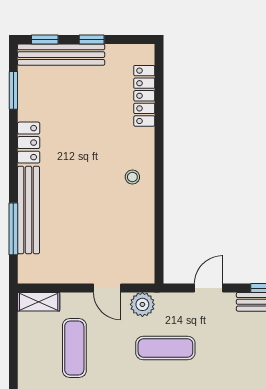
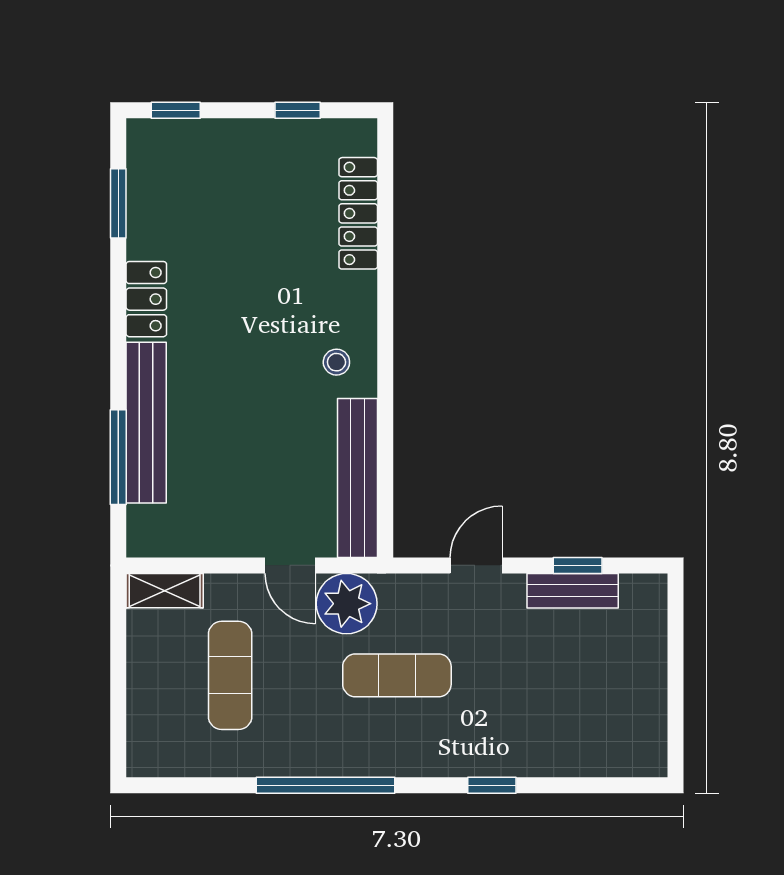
window: (92, 40) -> (298, 110), moved
bench: (61, 55) -> (357, 478), moved, turned 90
plant: (142, 304) -> (347, 604), width x1.36, depth x1.36

